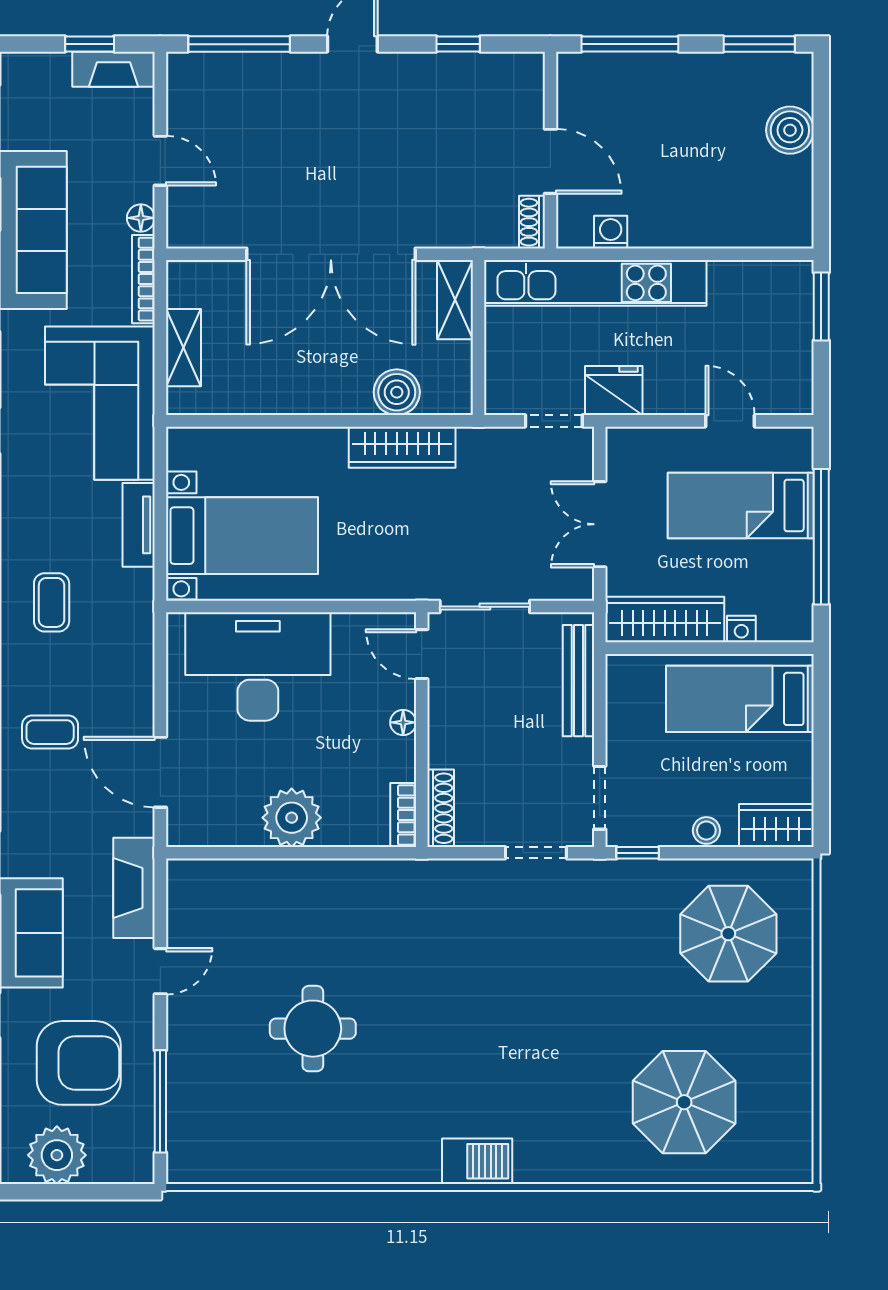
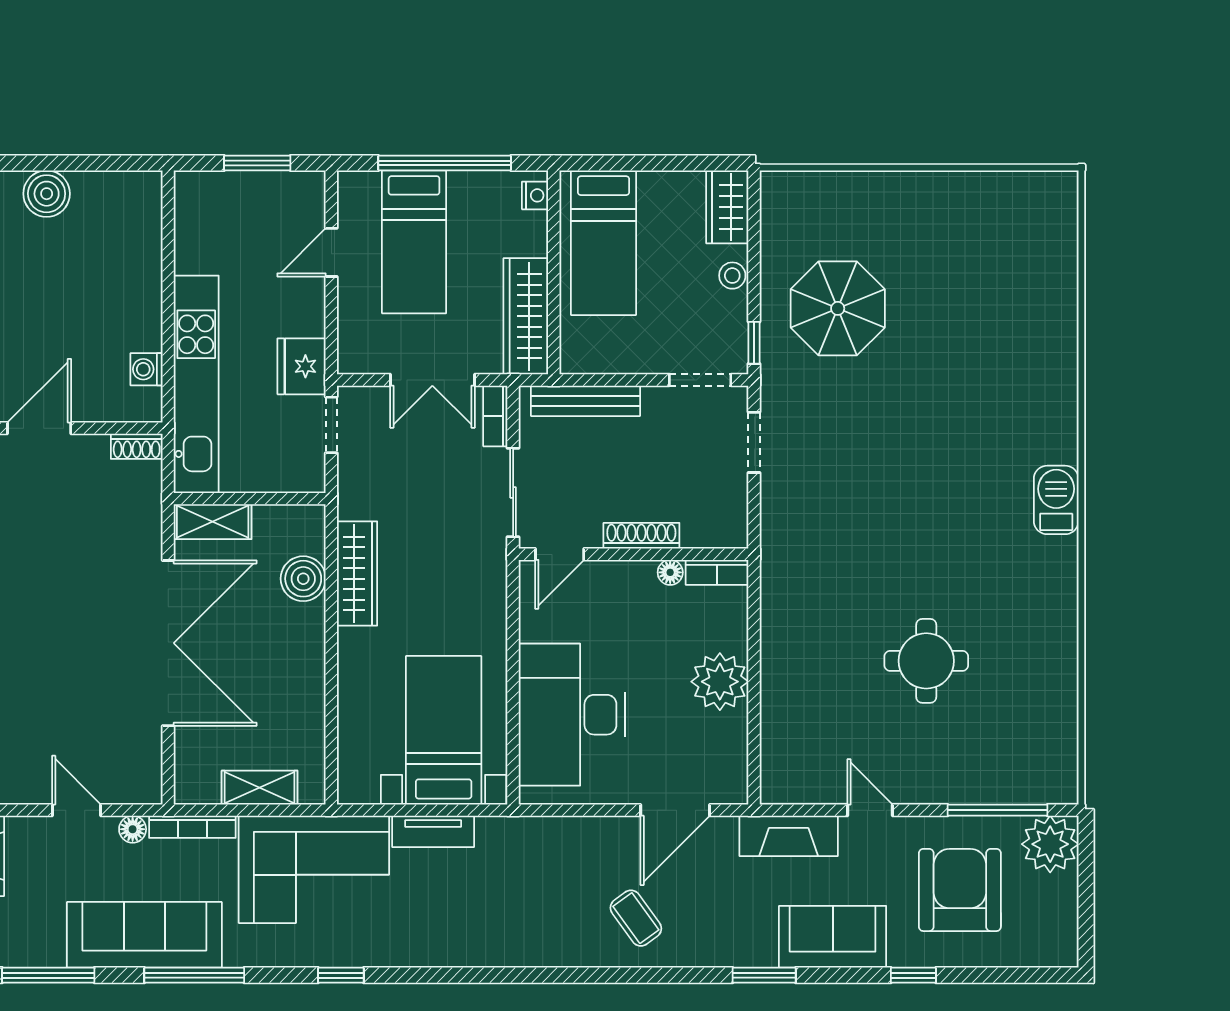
door: (160, 161) -> (76, 810), hinge flipped
door: (550, 161) -> (39, 428), moved
window: (821, 307) -> (257, 163), moved
bookcase: (563, 588) -> (495, 416), added
coffee table: (52, 602) -> (509, 917), removed
nightstand: (741, 629) -> (535, 195), moved
floor lamp: (403, 722) -> (670, 572), moved
coffee table: (50, 732) -> (636, 918), turned -36
shoe rack: (441, 808) -> (641, 536), moved
parasol: (728, 934) -> (838, 308), moved
parasol: (684, 1102) -> (998, 297), removed
plant: (57, 1155) -> (1050, 844), moved

